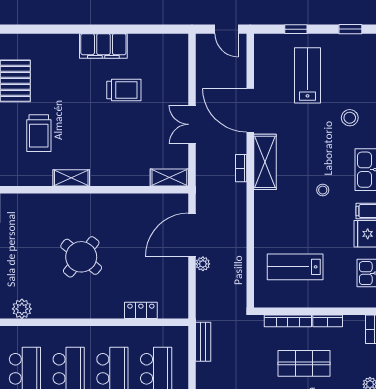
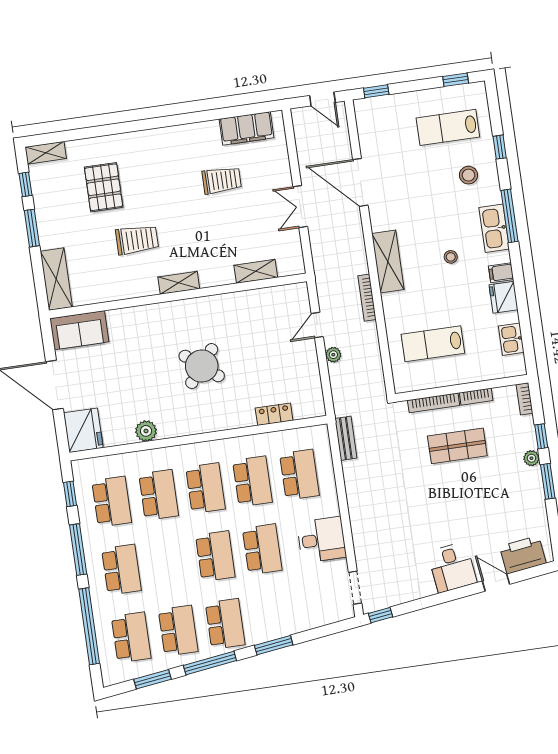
window: (296, 29) -> (376, 91), moved
filing cabinet: (103, 46) -> (247, 128), moved
lab bench: (308, 75) -> (448, 127), moved, turned -90
trolley: (39, 133) -> (137, 240), turned -90
shelving: (265, 162) -> (388, 261), moved
bookcase: (241, 168) -> (367, 298), moved, width x1.56
shelving: (169, 177) -> (256, 271), moved
door: (192, 235) -> (317, 325), width x0.53

